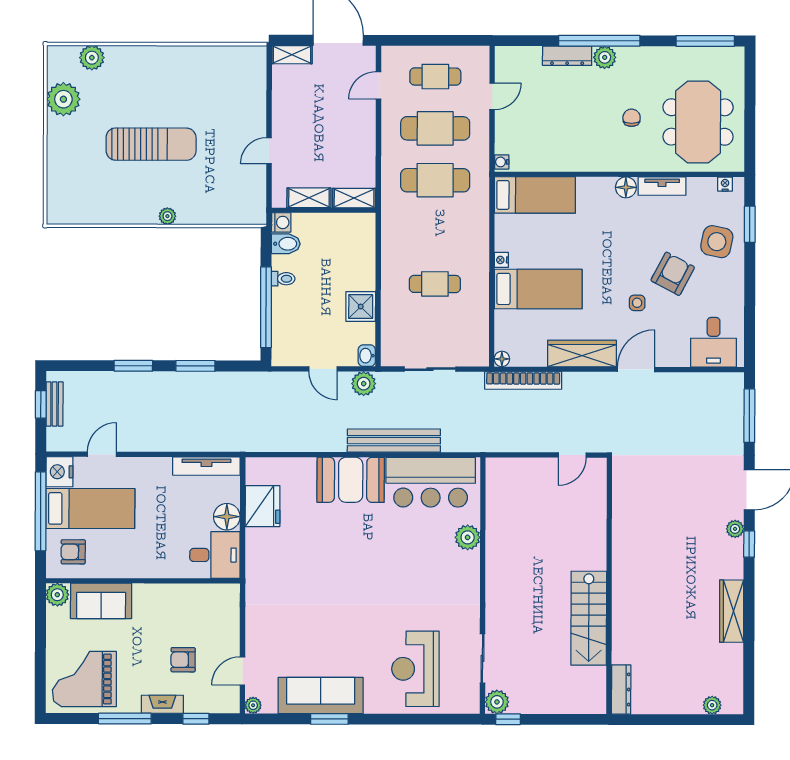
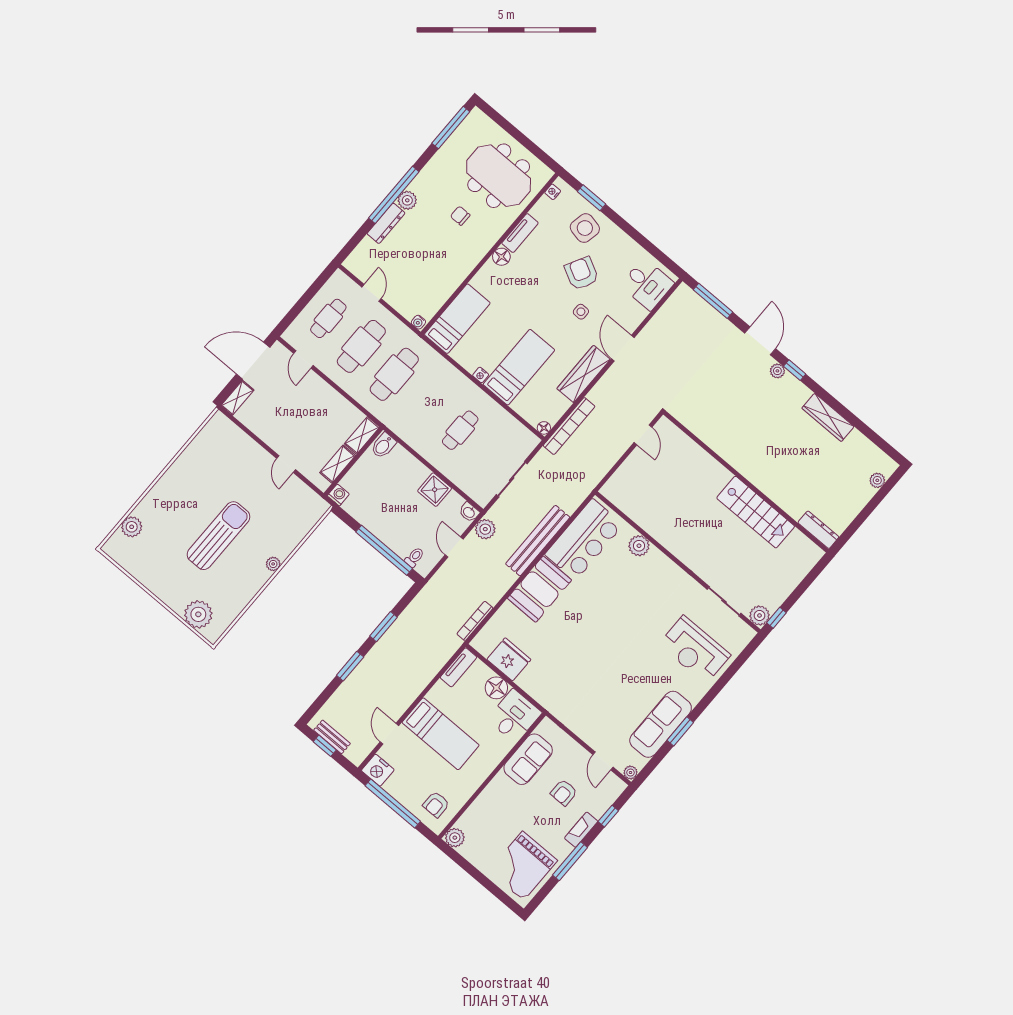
plant: (63, 99) -> (198, 614), moved
bidet: (286, 244) -> (383, 446), moved, turned 180
toilet: (283, 279) -> (414, 557), moved
door: (323, 369) -> (454, 547), swing flipped
bookcase: (271, 445) -> (475, 621), added
tv unit: (206, 466) -> (459, 667), width x0.71
bed: (90, 509) -> (441, 734), moved, turned 90
sofa: (101, 601) -> (528, 759), moved

